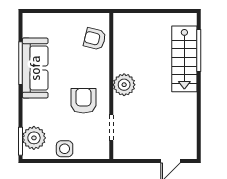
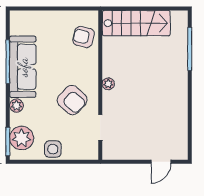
stairs: (184, 59) -> (136, 23), moved, turned -90
plant: (124, 85) -> (108, 84), width x0.53, depth x0.53
armchair: (83, 101) -> (72, 100), turned 133
plant: (29, 106) -> (16, 106), added

